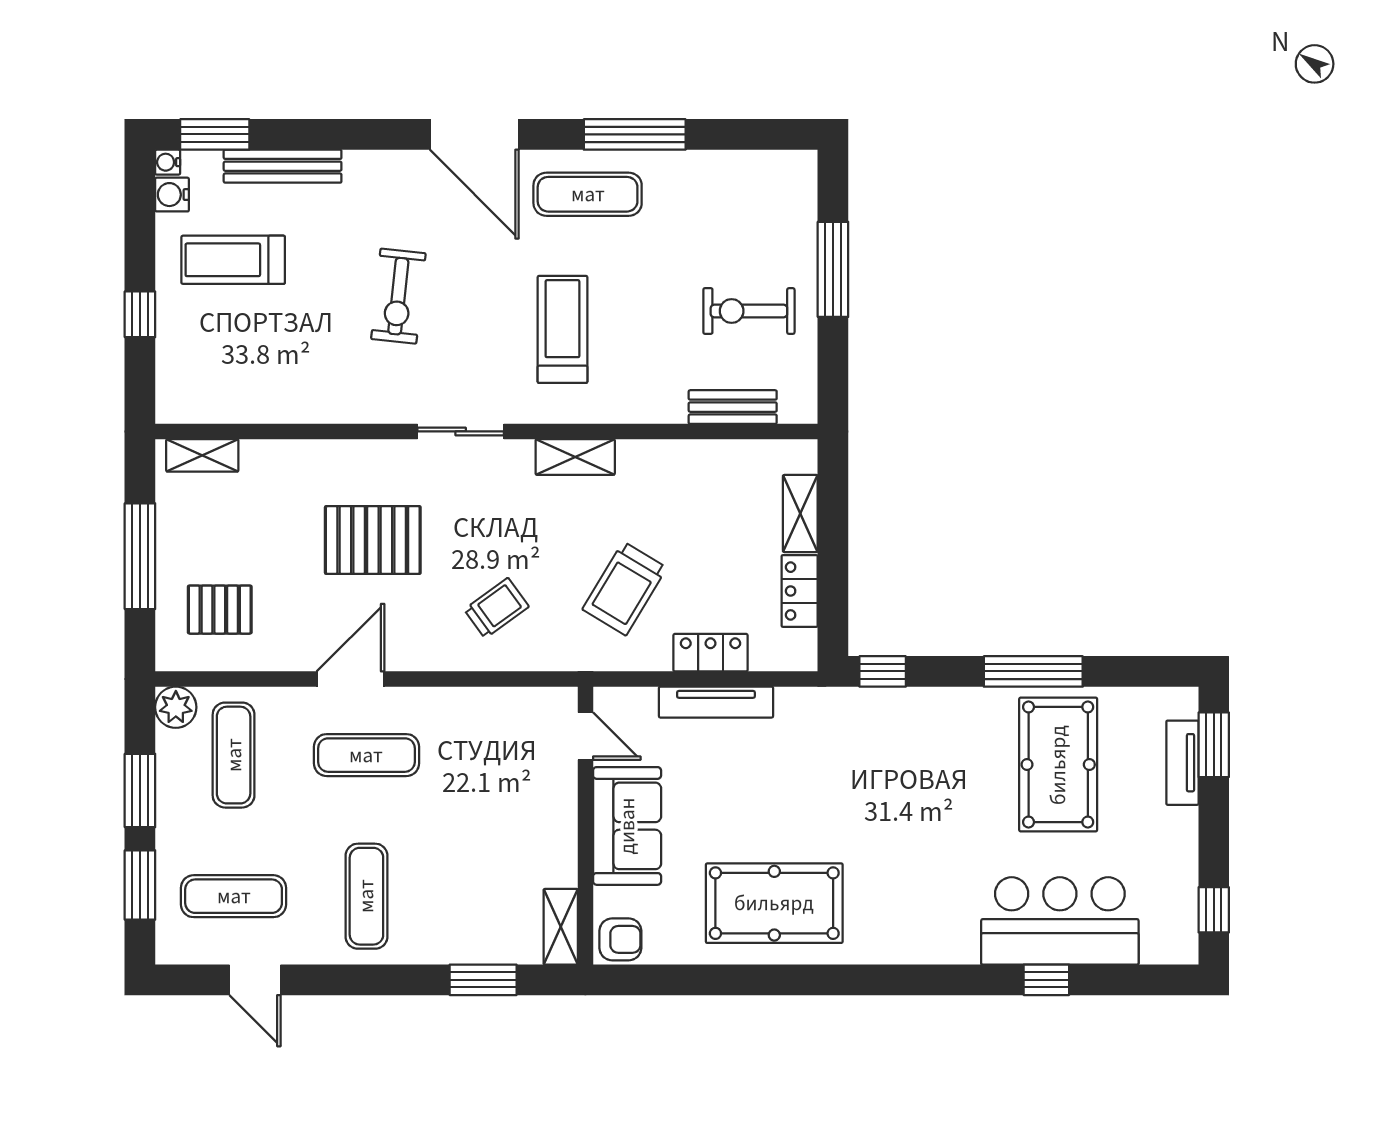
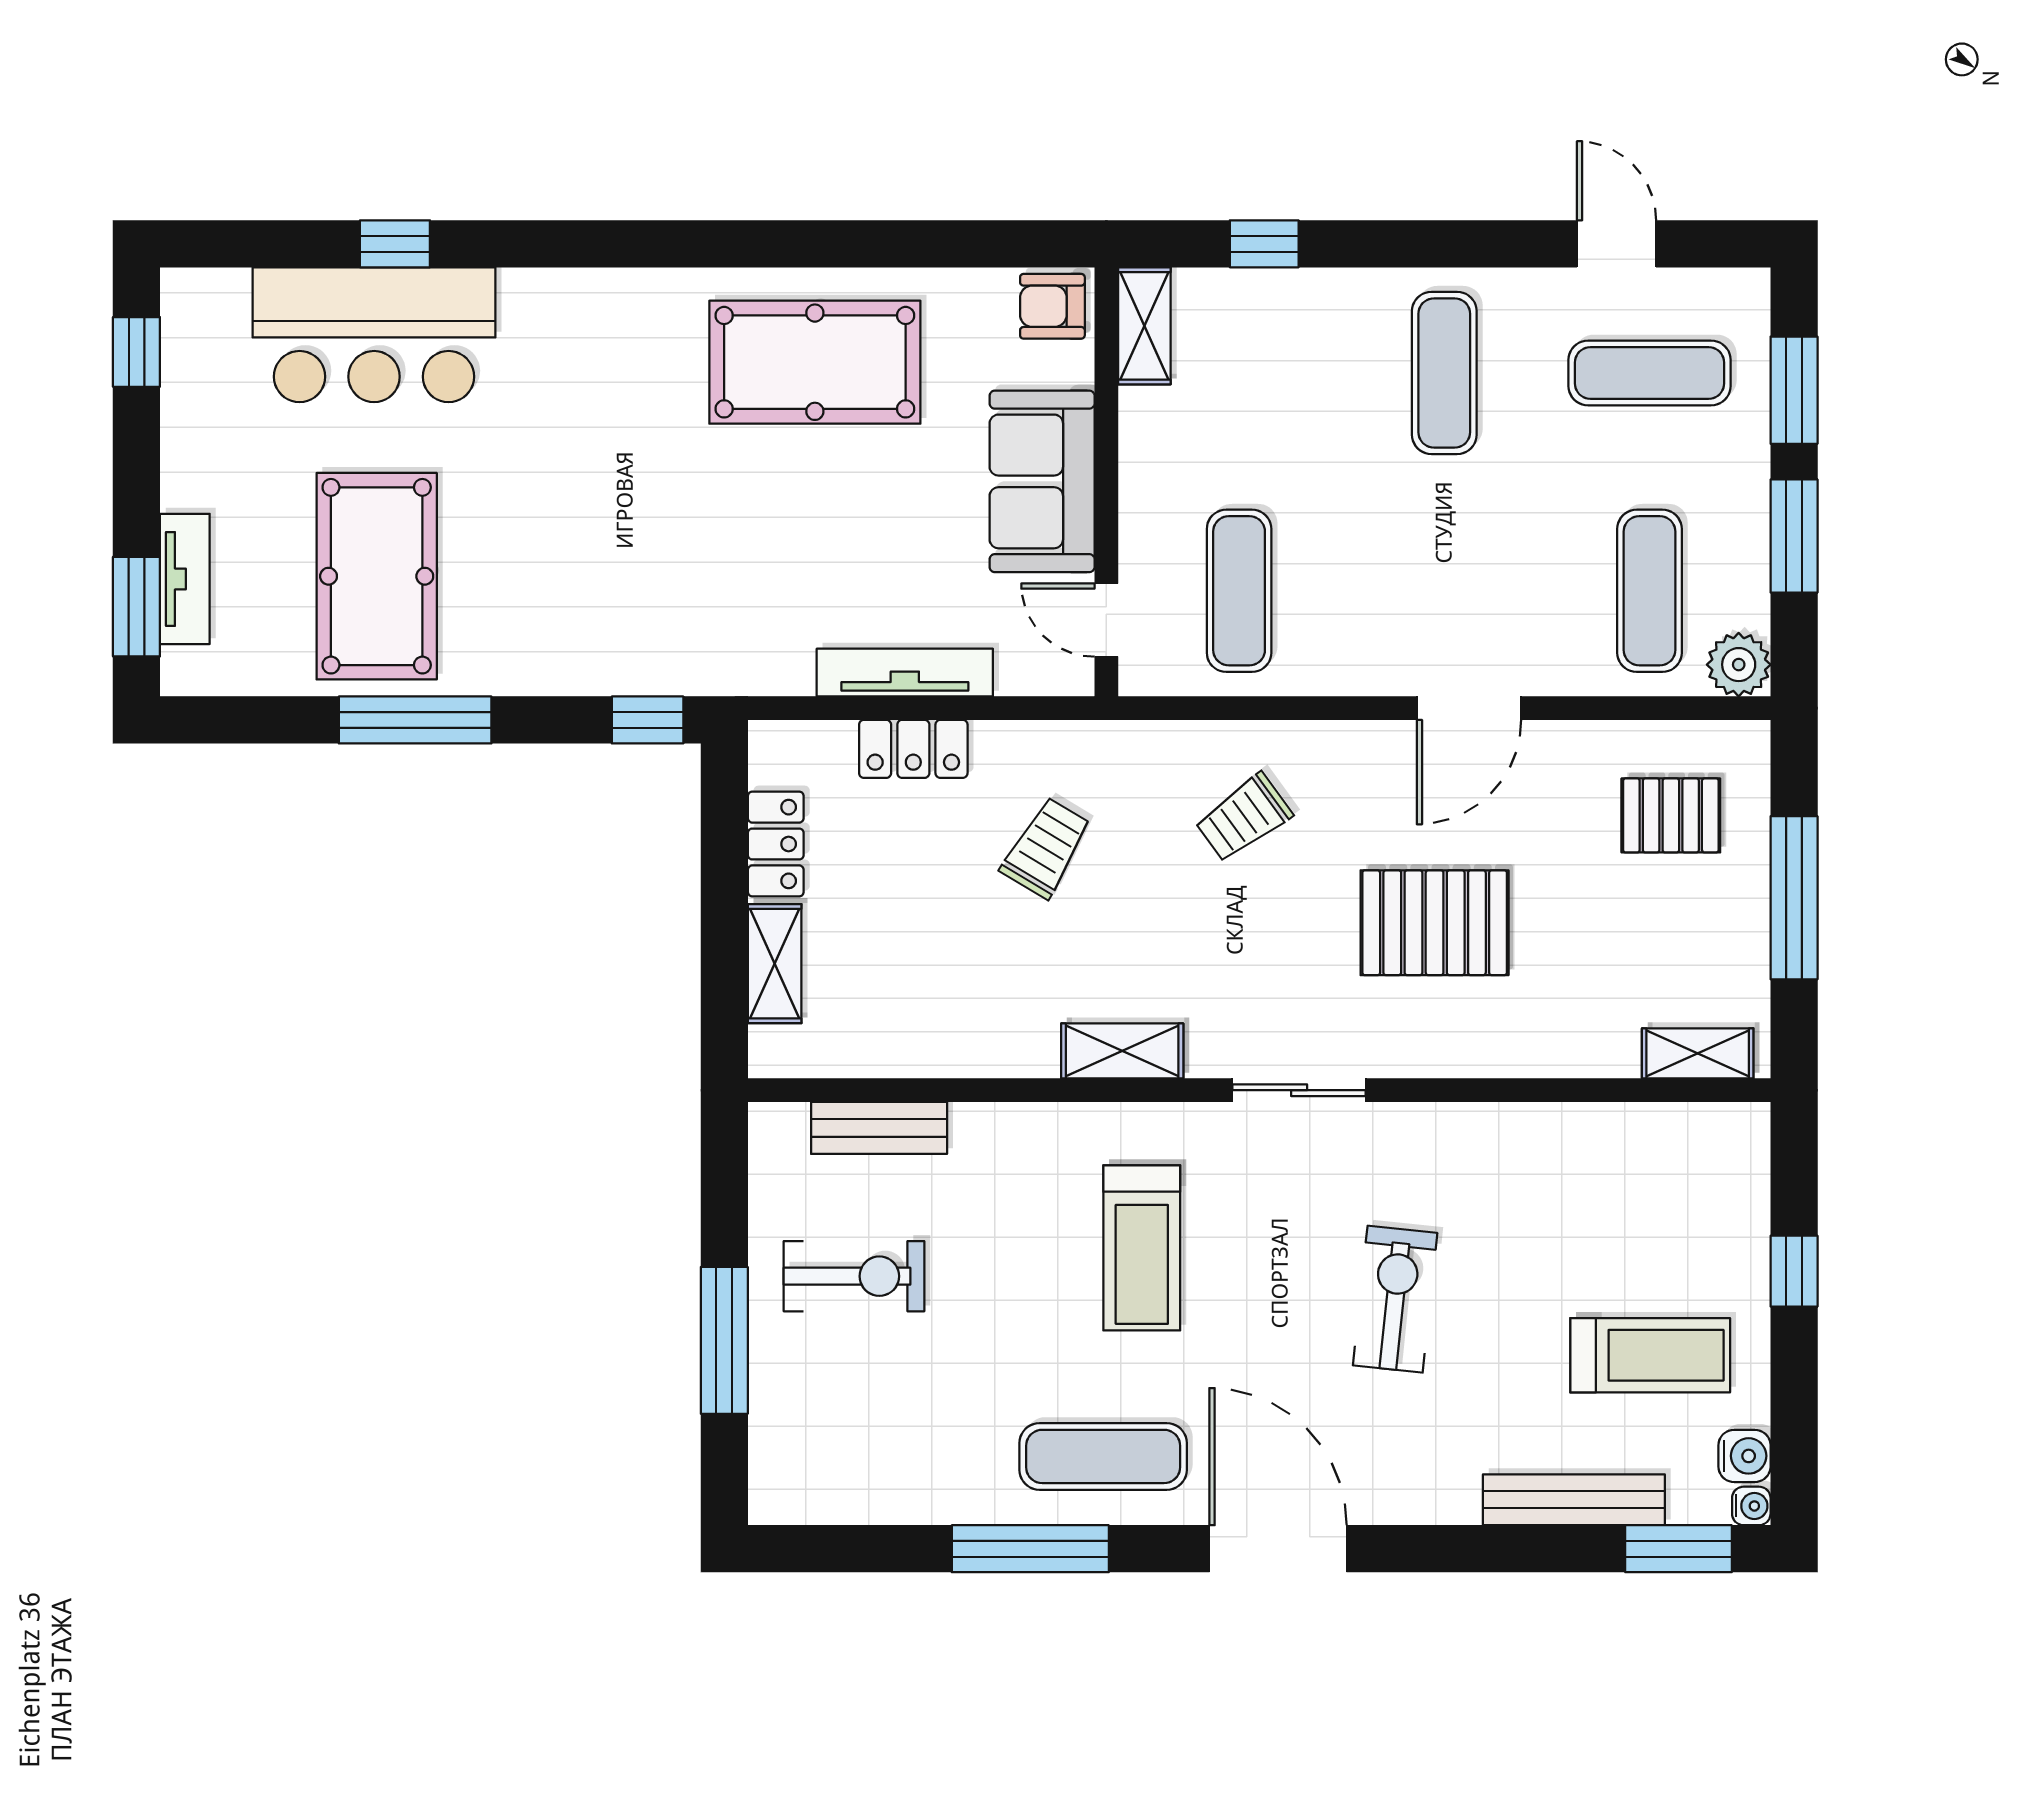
trolley: (625, 589) -> (1046, 848), width x0.73, depth x0.72
exercise mat: (366, 755) -> (1239, 591), moved, turned 90
window: (483, 980) -> (1264, 244), width x0.67

